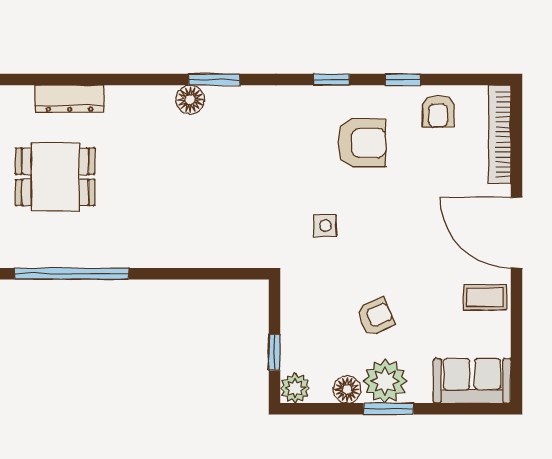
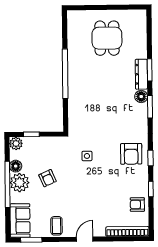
window: (129, 80) -> (150, 70), added
dresser: (70, 99) -> (141, 74), moved
armchair: (362, 143) -> (131, 154), moved
door: (516, 233) -> (85, 239), width x0.53
window: (72, 274) -> (65, 74), moved
window: (516, 355) -> (31, 240), added
window: (389, 409) -> (7, 184), width x2.11

